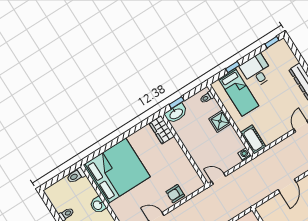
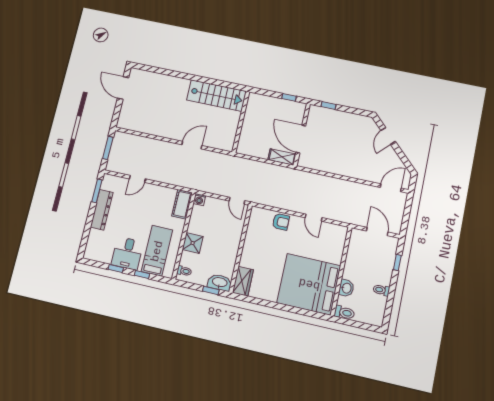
window: (272, 42) -> (116, 268), moved
washbasin: (98, 205) -> (346, 288), moved

